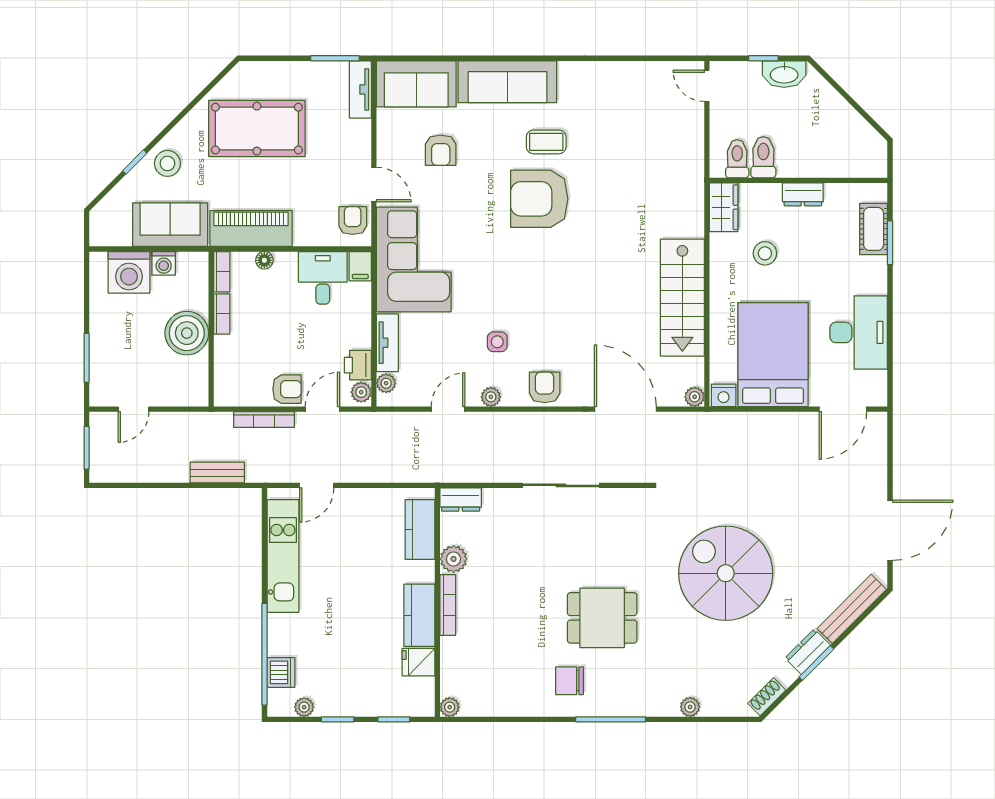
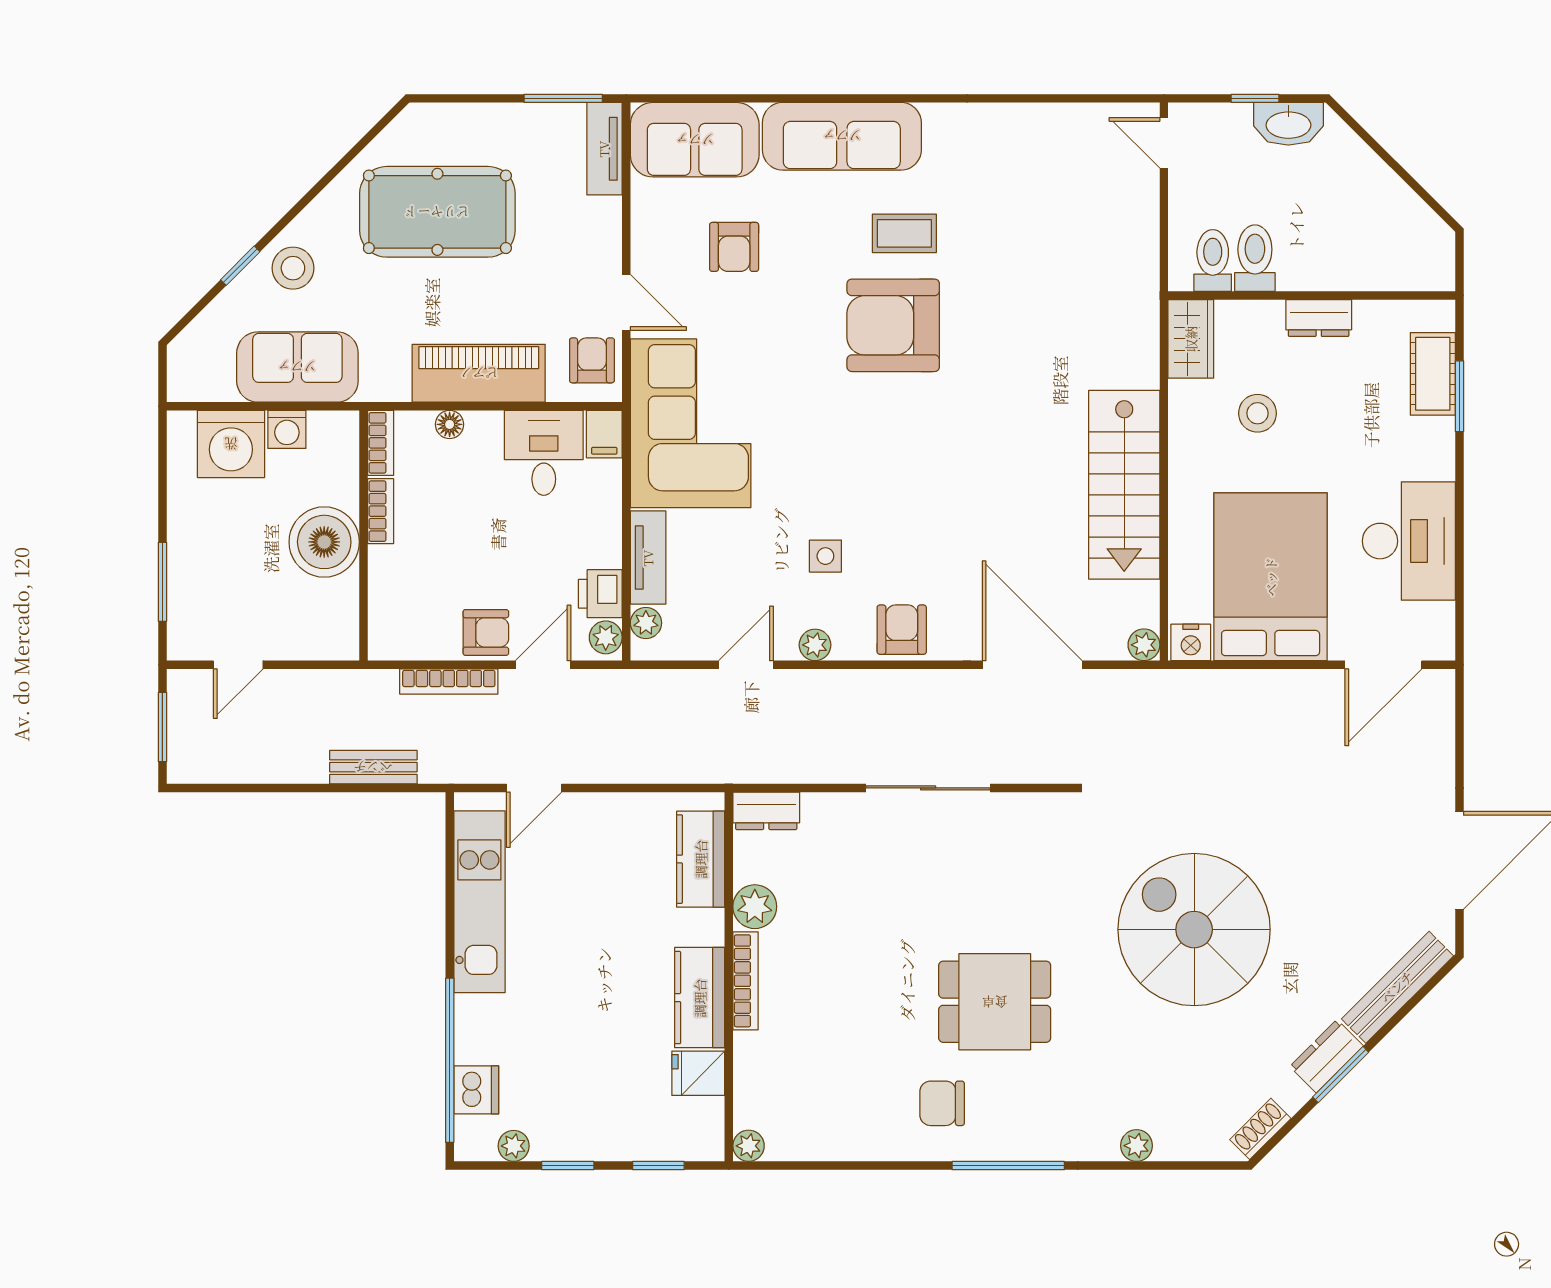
piano: (251, 229) -> (479, 373), moved

